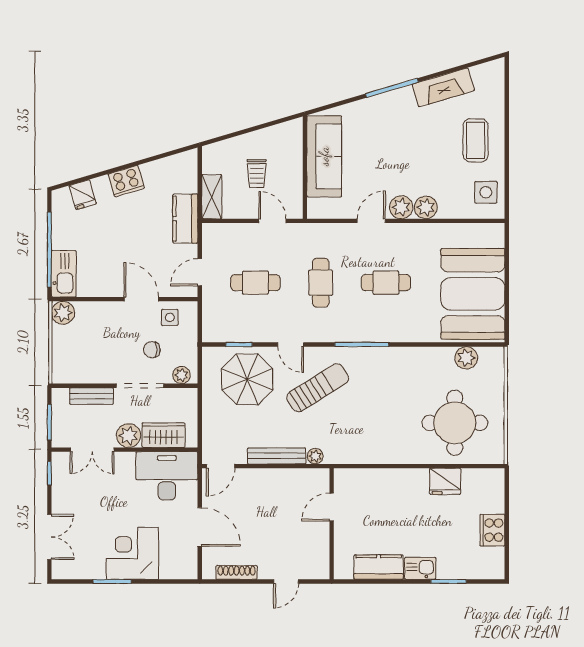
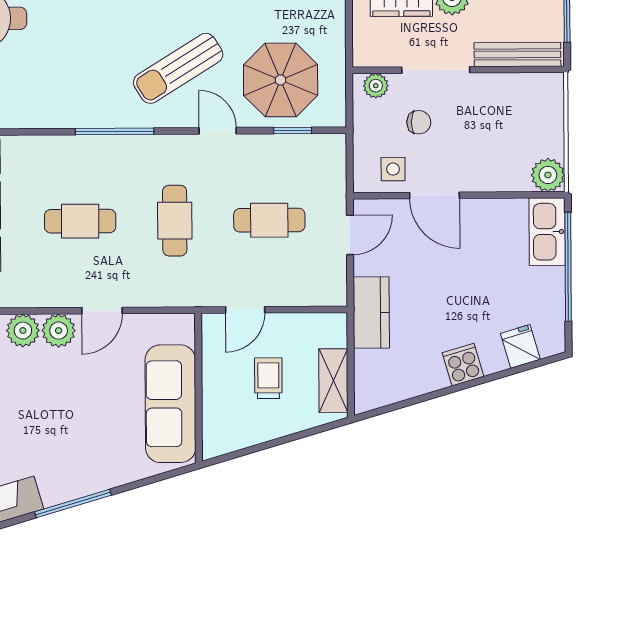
cooker: (126, 181) -> (463, 365), width x0.73
shelving: (212, 197) -> (333, 381), moved
door: (272, 221) -> (245, 310), hinge flipped
bench: (91, 396) -> (517, 54), width x1.36

